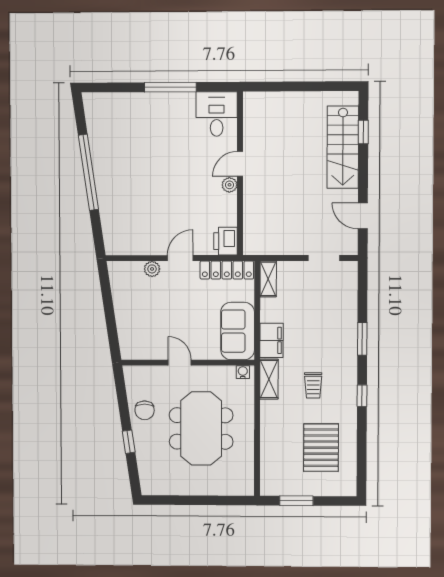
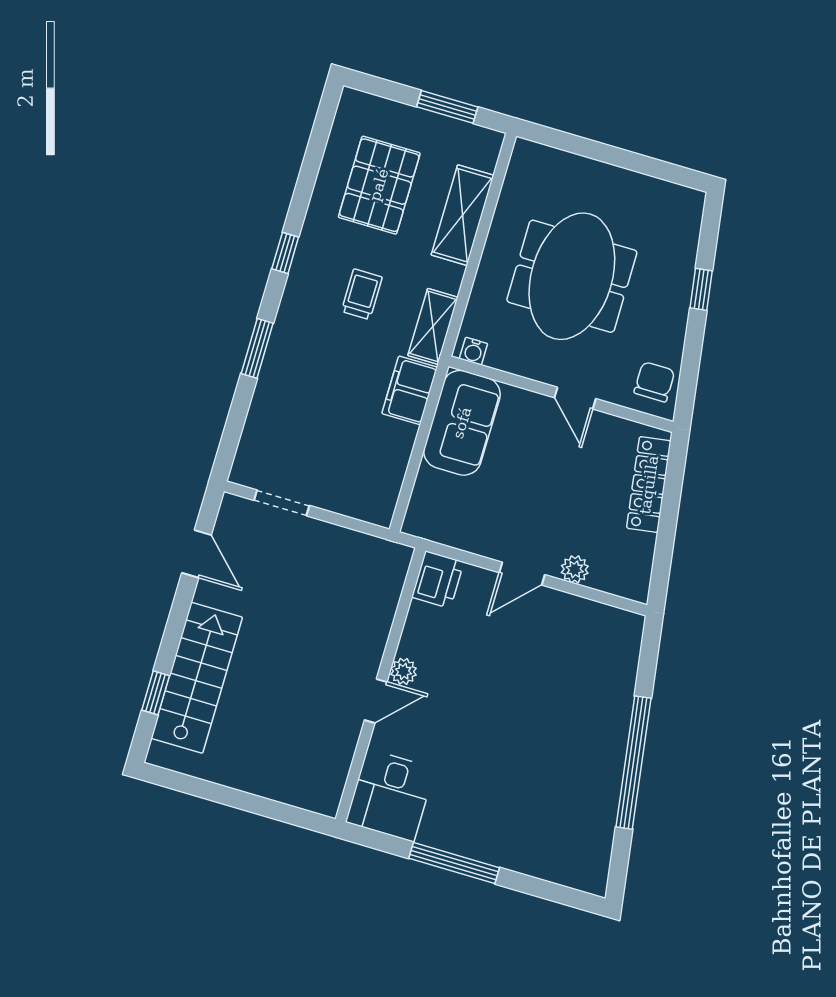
locker: (227, 270) -> (649, 485), moved, turned -98
shelving: (268, 279) -> (463, 215), moved, width x1.50, depth x1.33
chair: (145, 410) -> (654, 382), moved

